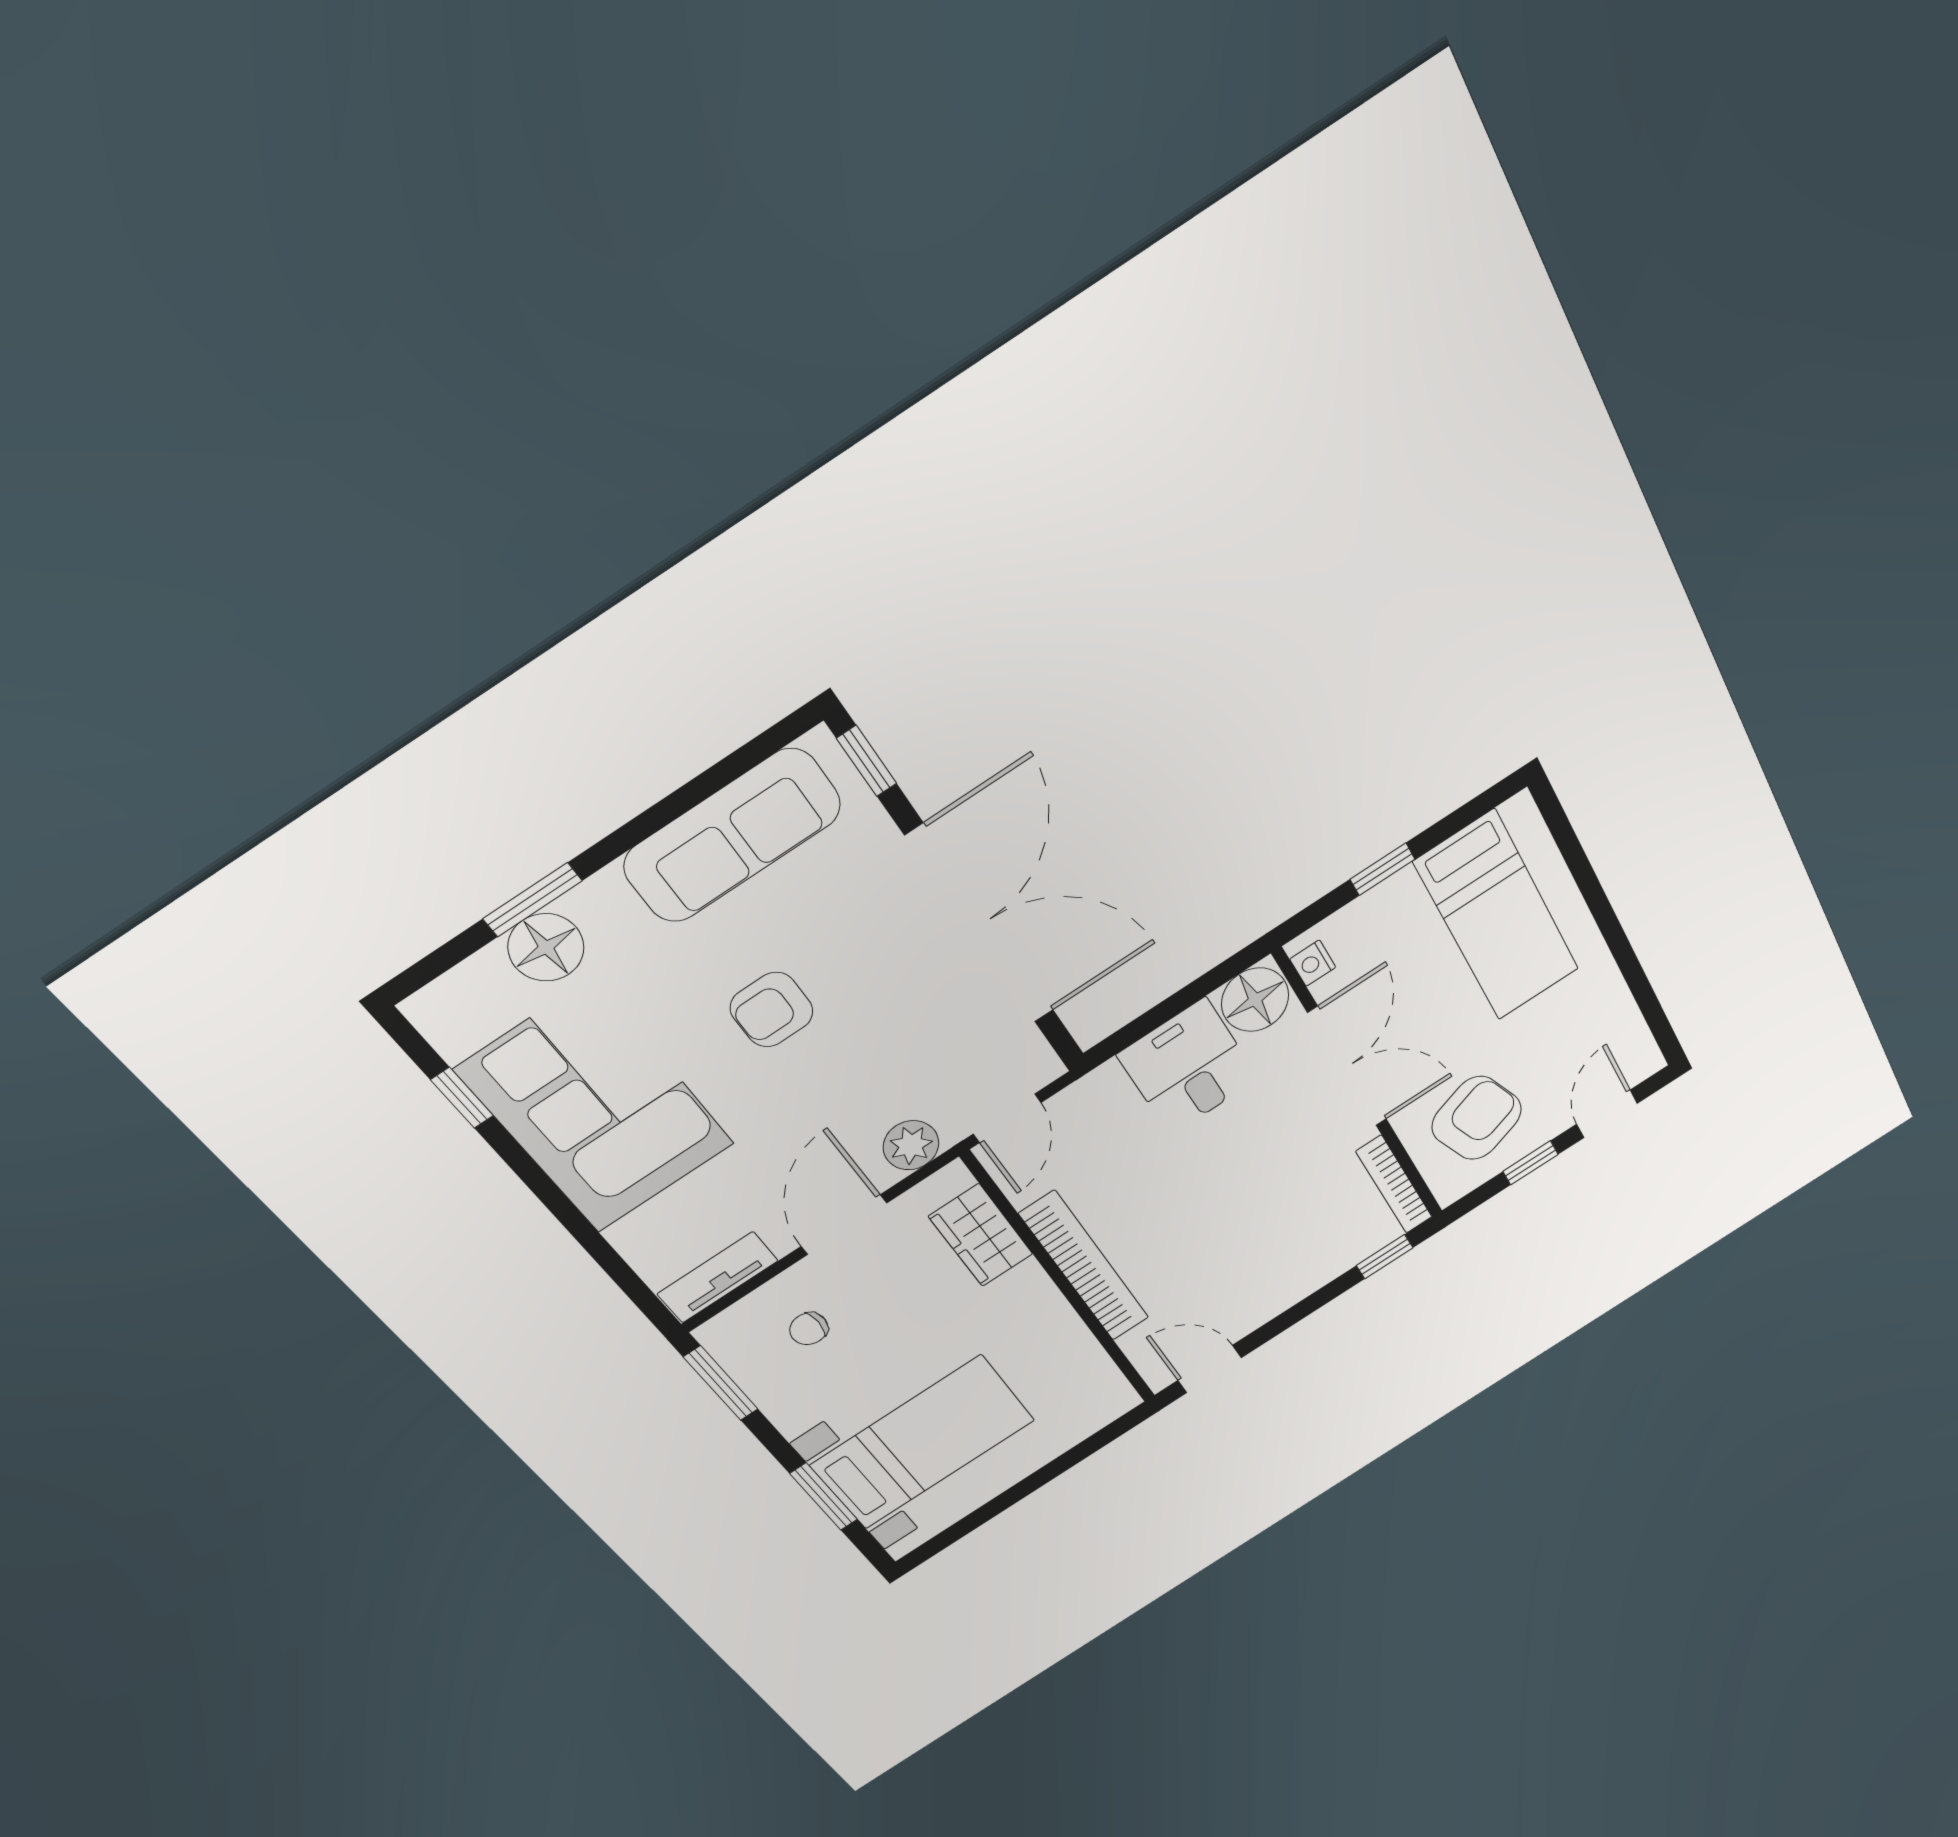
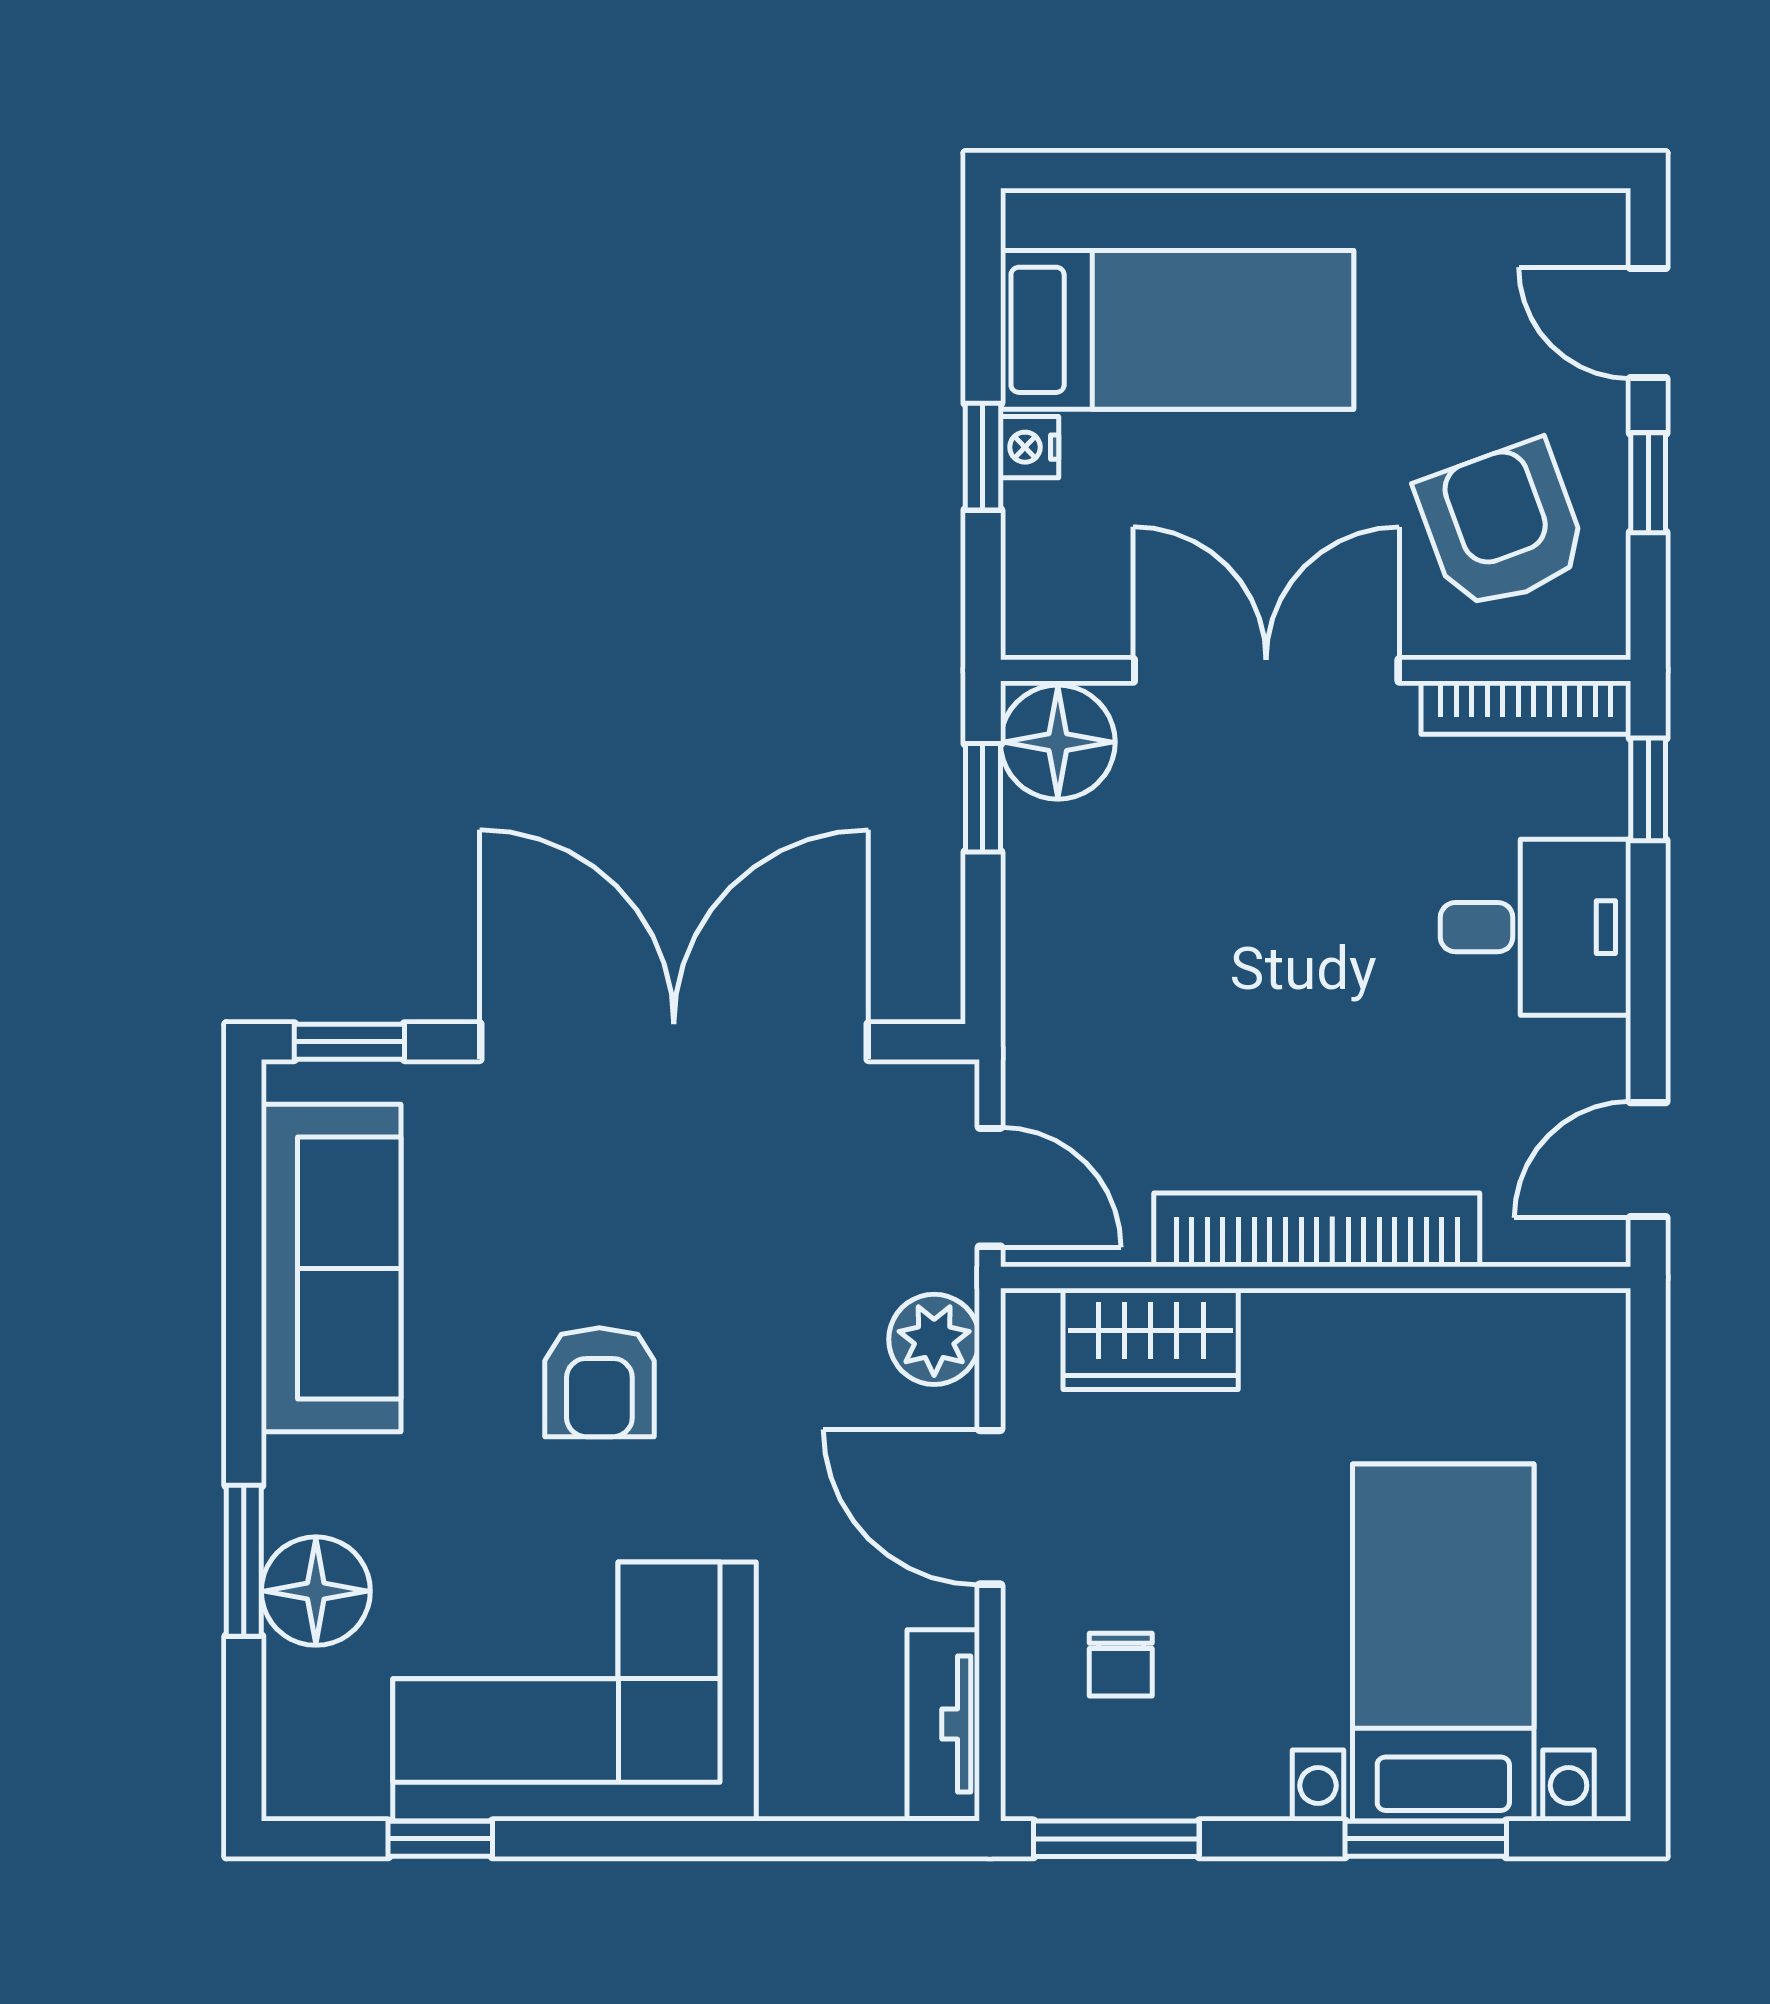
nightstand: (1313, 963) -> (1030, 447), moved, turned 90
window: (1205, 985) -> (983, 798), added
desk: (1188, 1067) -> (1535, 927), moved, turned 180

